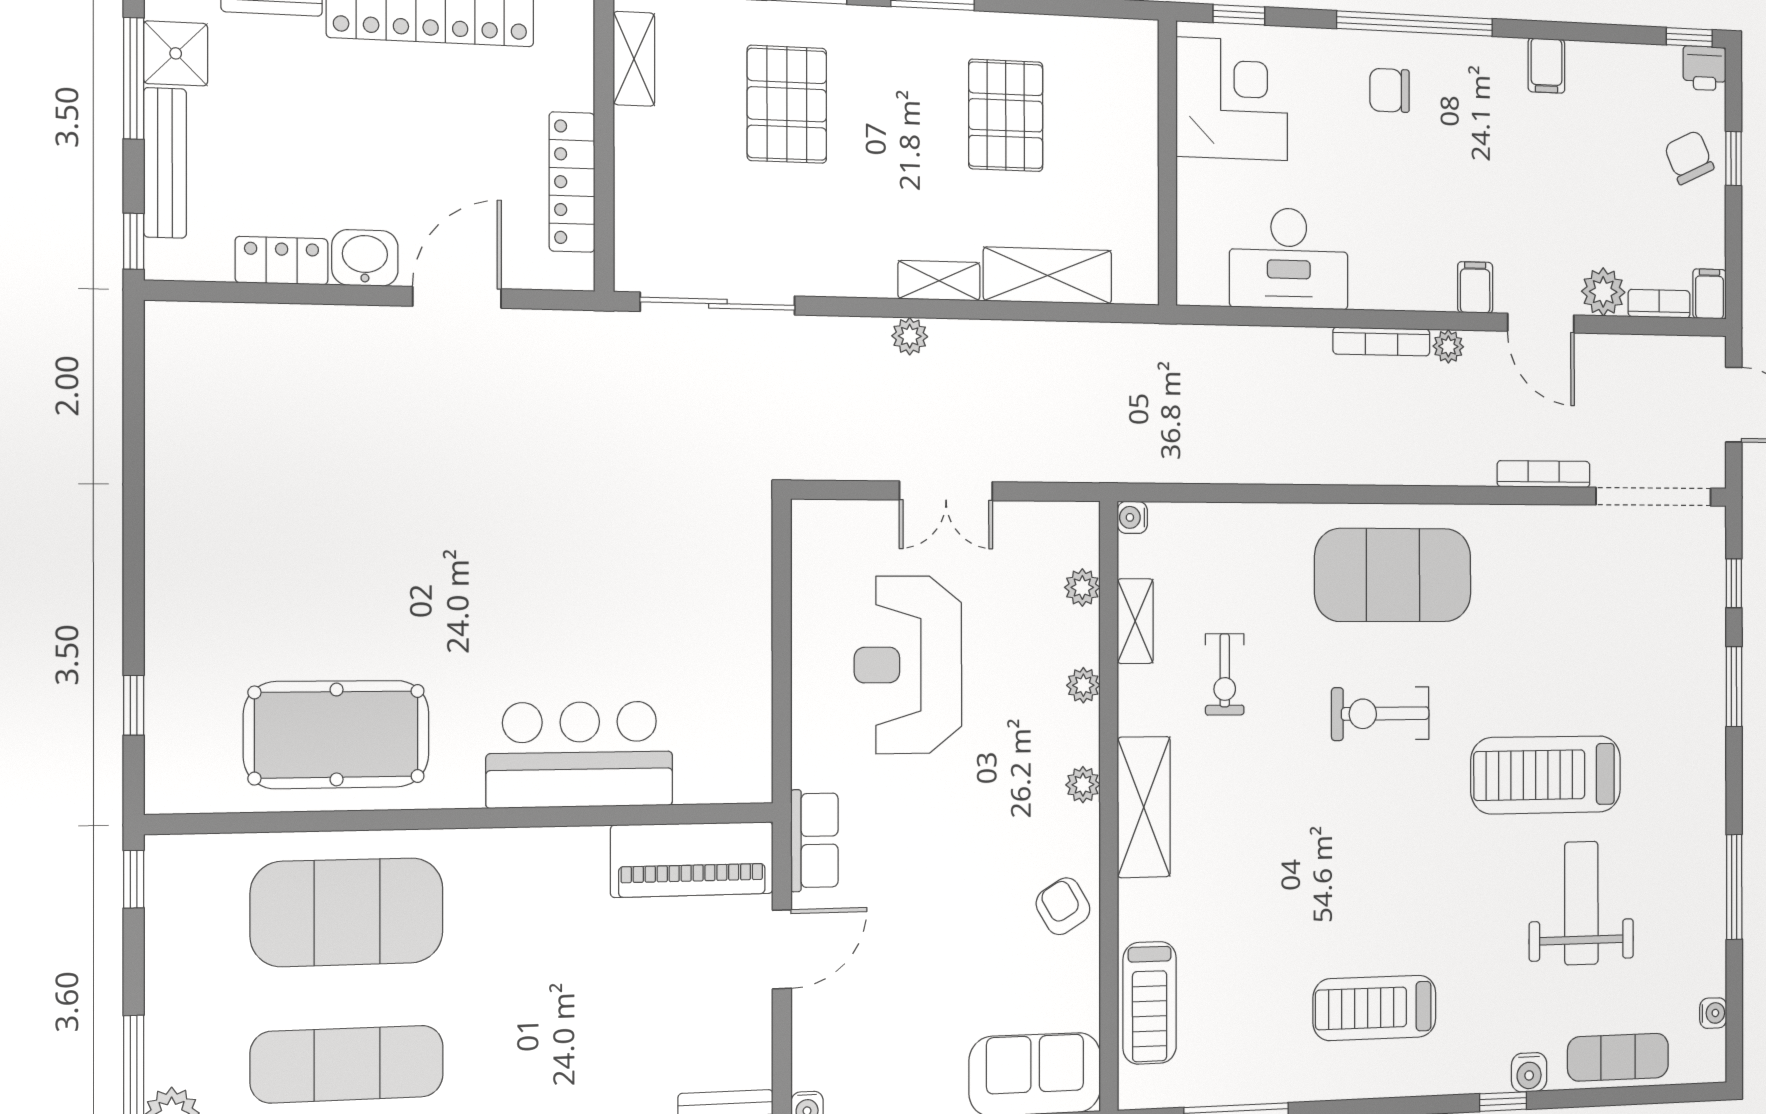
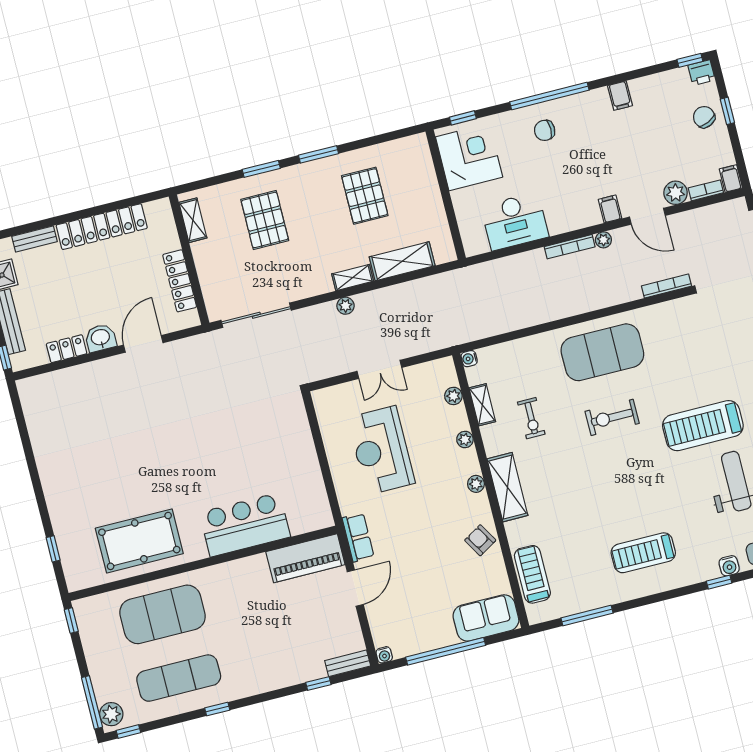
treadmill: (1150, 1003) -> (532, 574), turned 180

